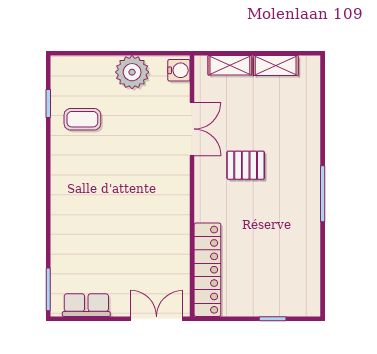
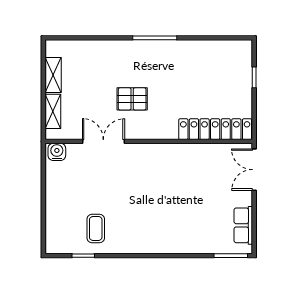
plant: (132, 72) -> (58, 189), removed
pallet: (246, 165) -> (132, 99), turned 90

